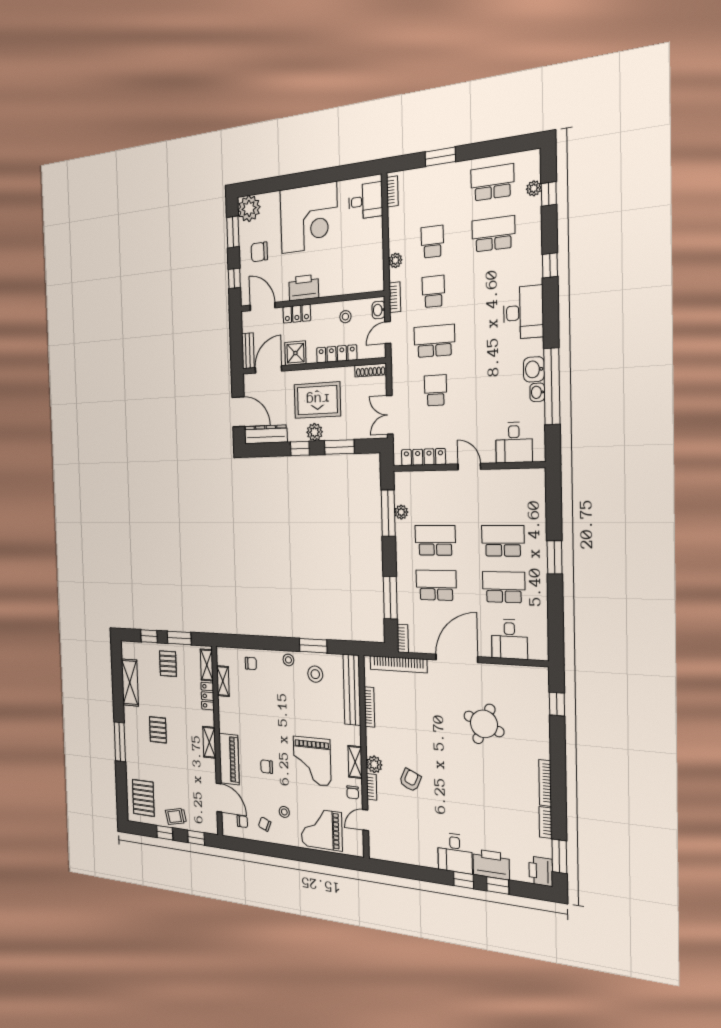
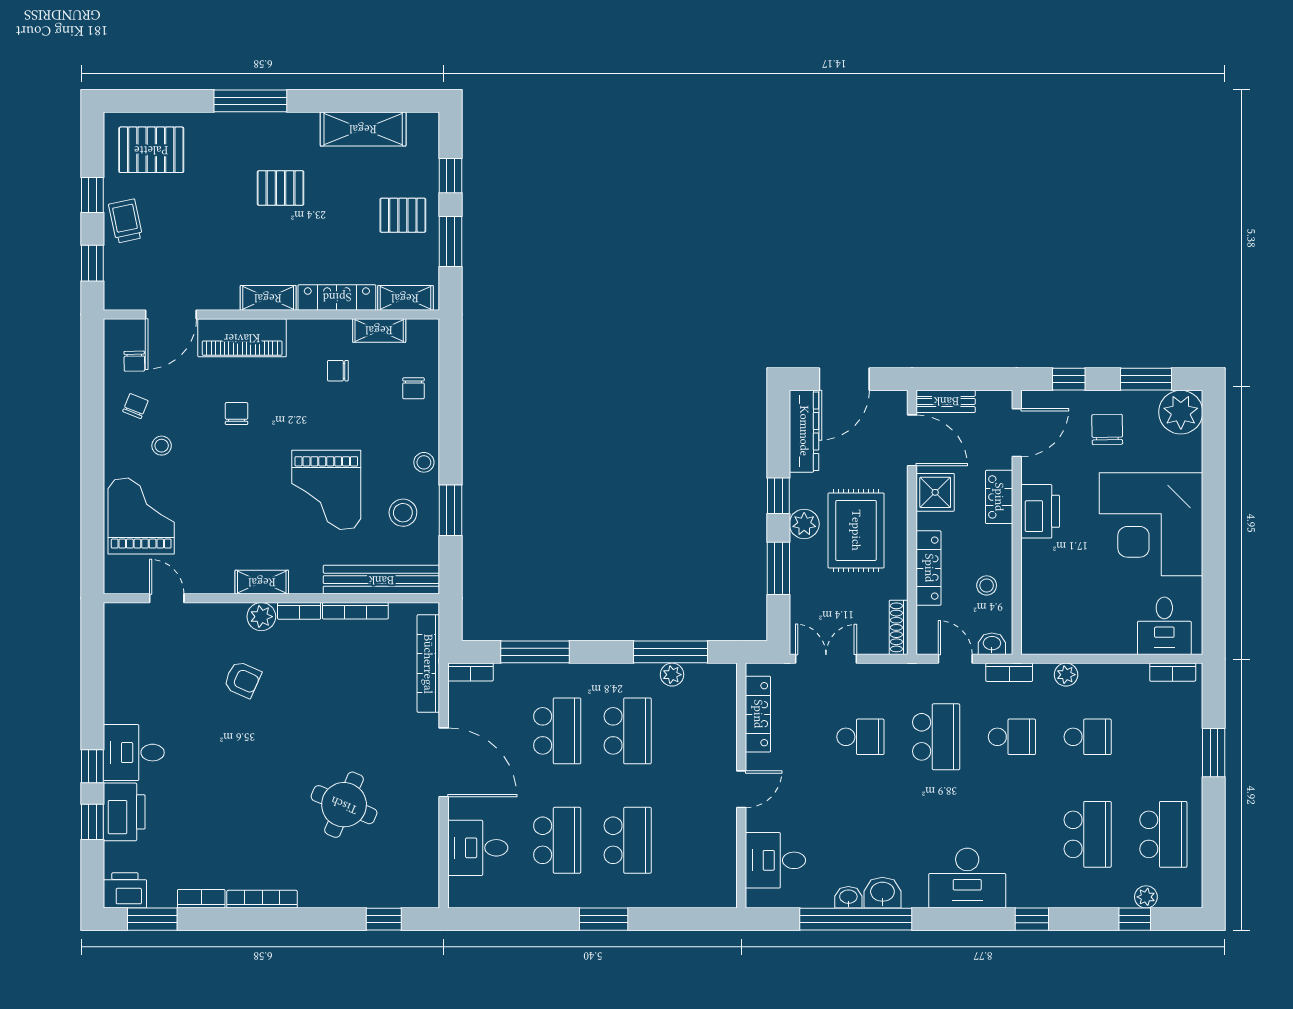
locker: (208, 696) -> (337, 297), width x1.53
grand piano: (312, 761) -> (326, 490), moved, turned -90
bookcase: (372, 787) -> (299, 611), moved
chair: (353, 792) -> (338, 371), moved

